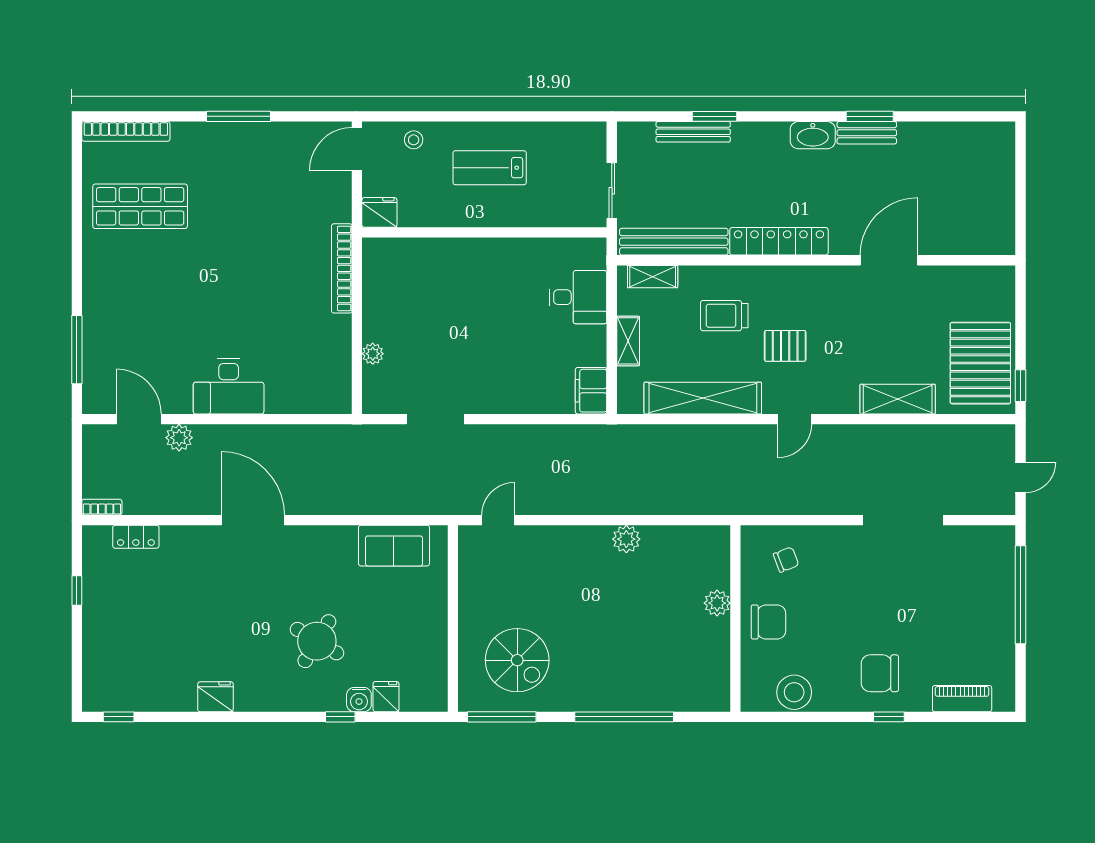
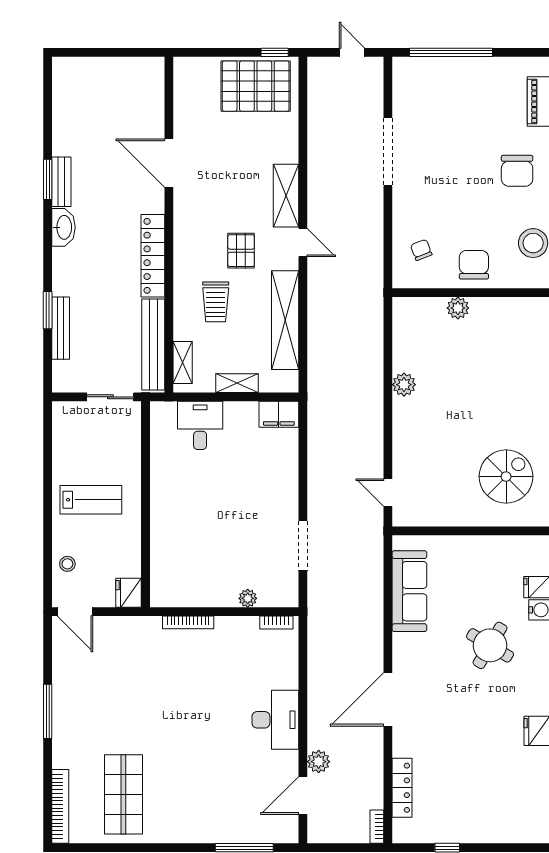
lab bench: (490, 168) -> (91, 500), turned -90
bookcase: (342, 268) -> (188, 622), width x0.68, depth x0.76
bookcase: (344, 388) -> (276, 622), added
shelving: (898, 399) -> (286, 196), moved
locker: (136, 537) -> (402, 788), width x1.53
sofa: (394, 546) -> (409, 591), width x1.36

